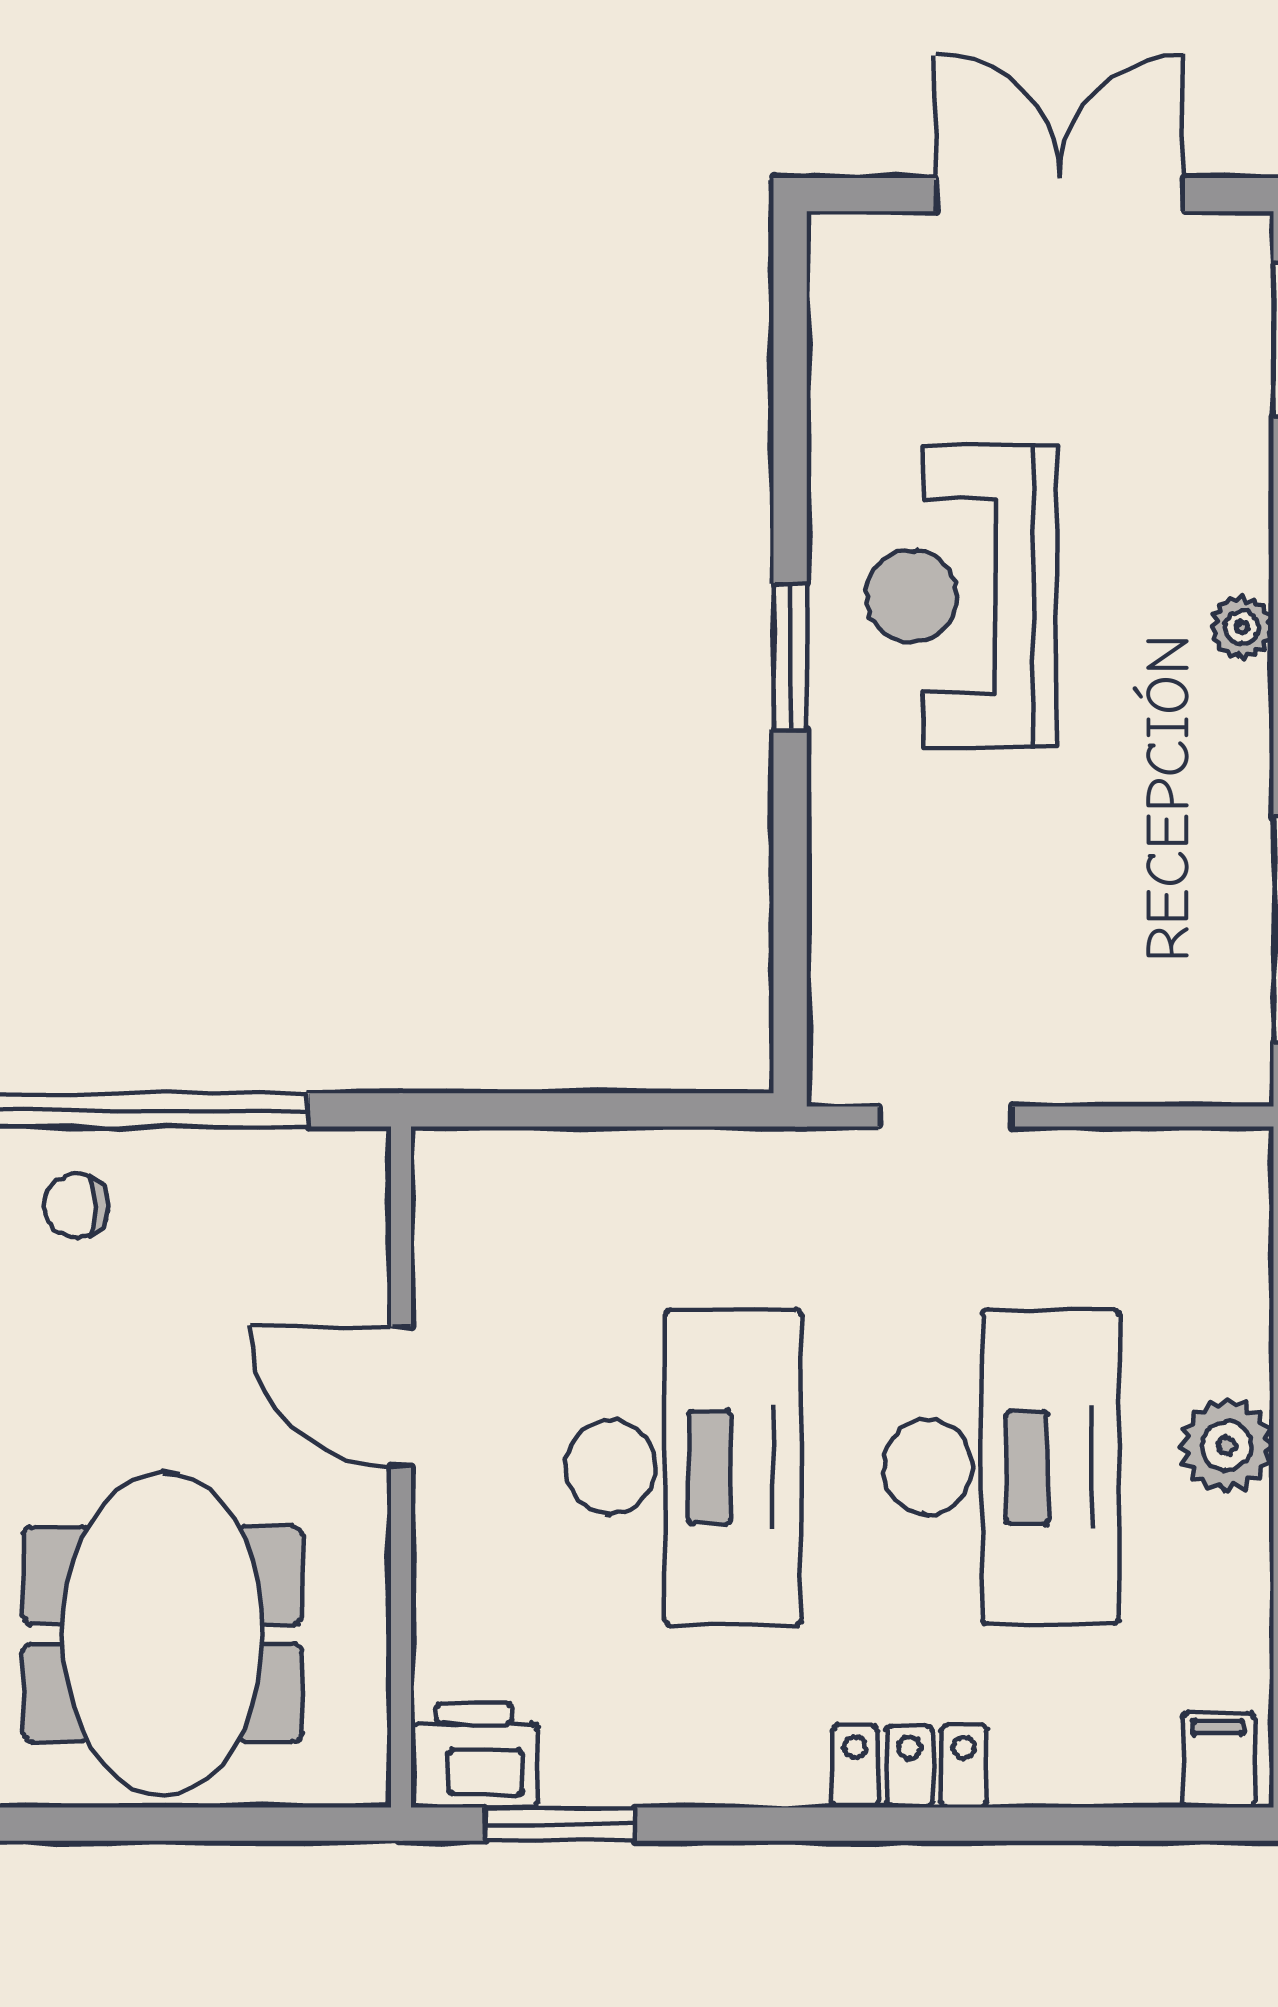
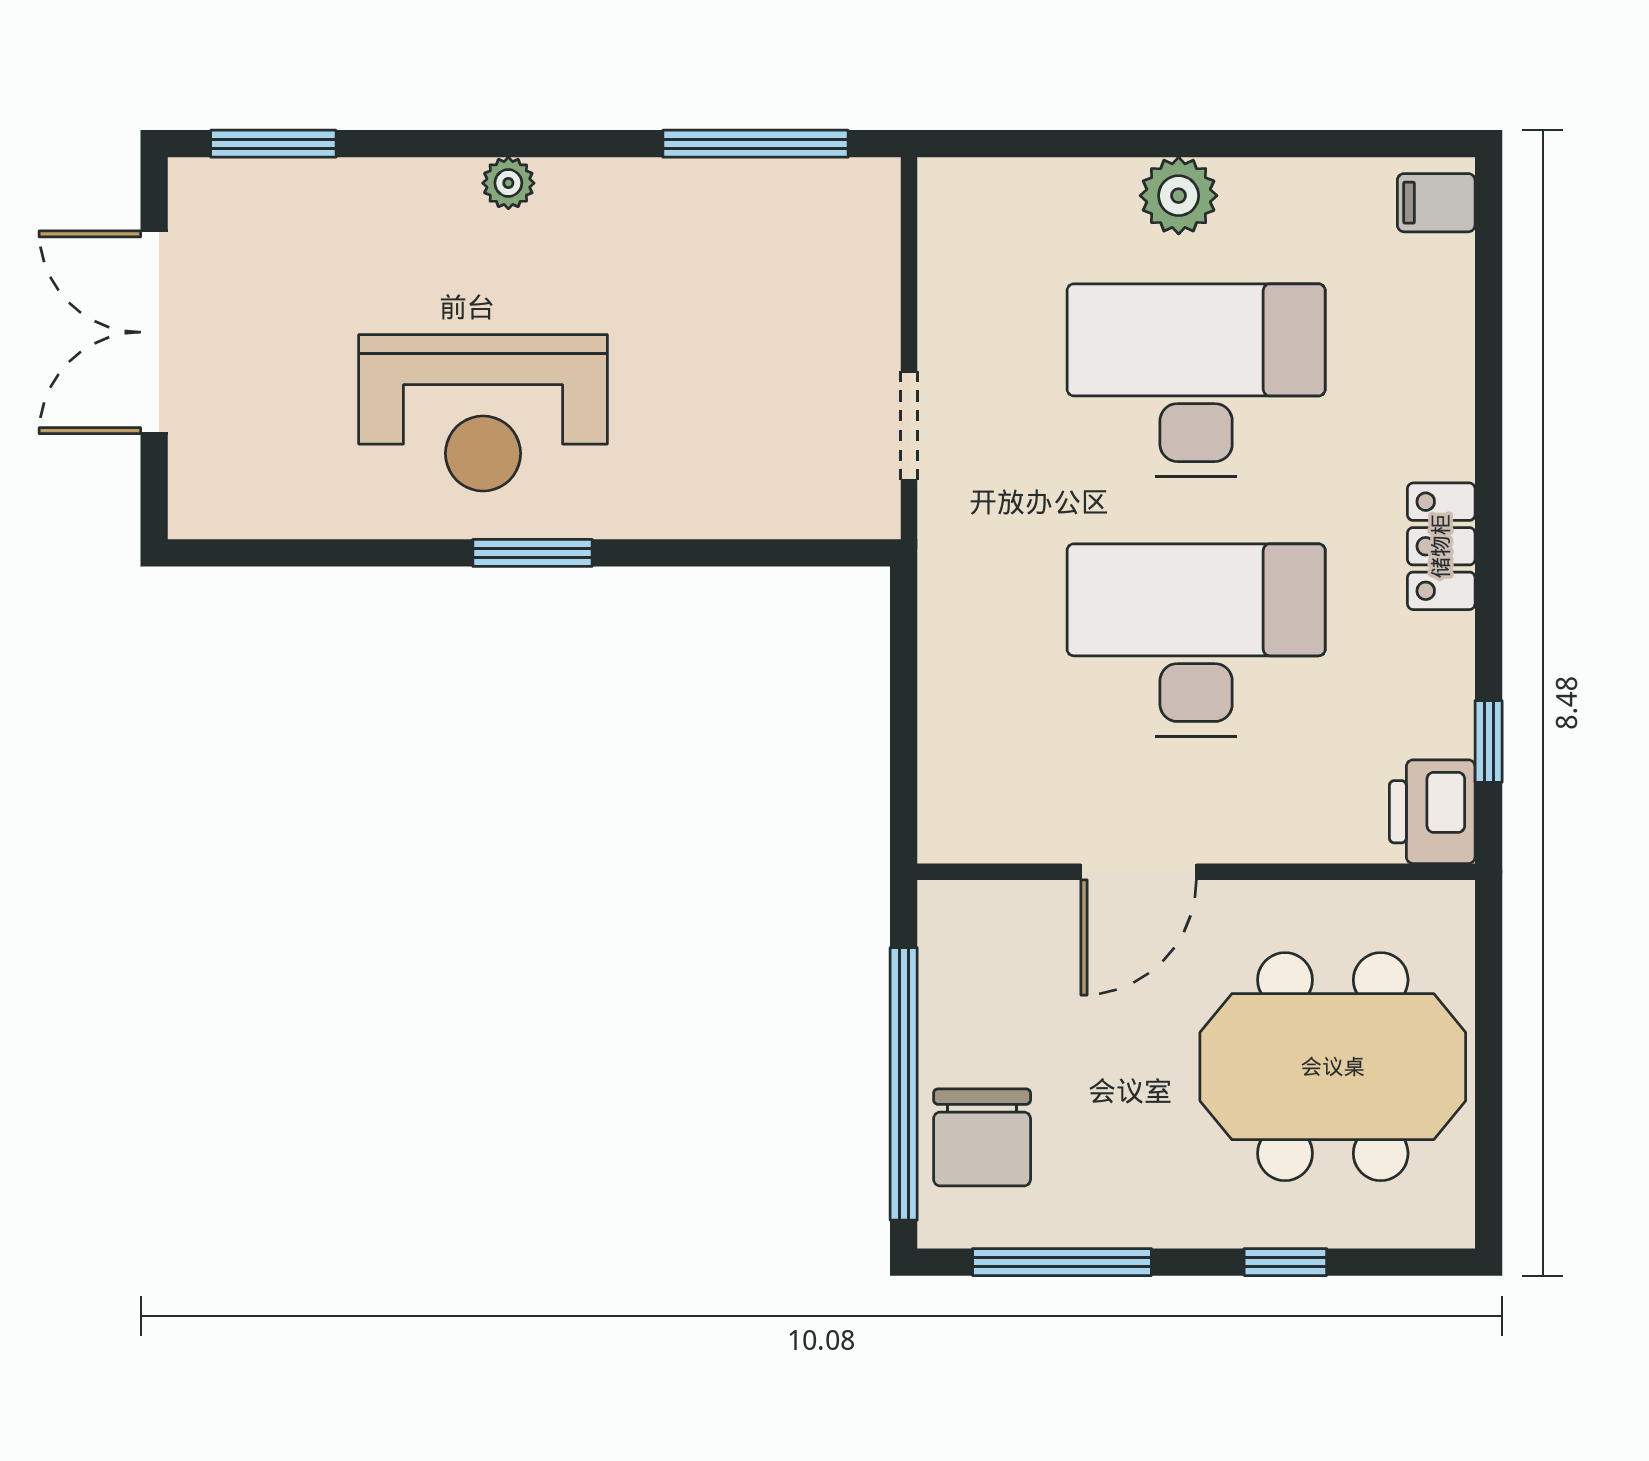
chair: (77, 1206) -> (982, 1137), width x1.87, depth x1.87
locker: (910, 1766) -> (1441, 546), moved
window: (560, 1824) -> (1489, 741), width x0.67

